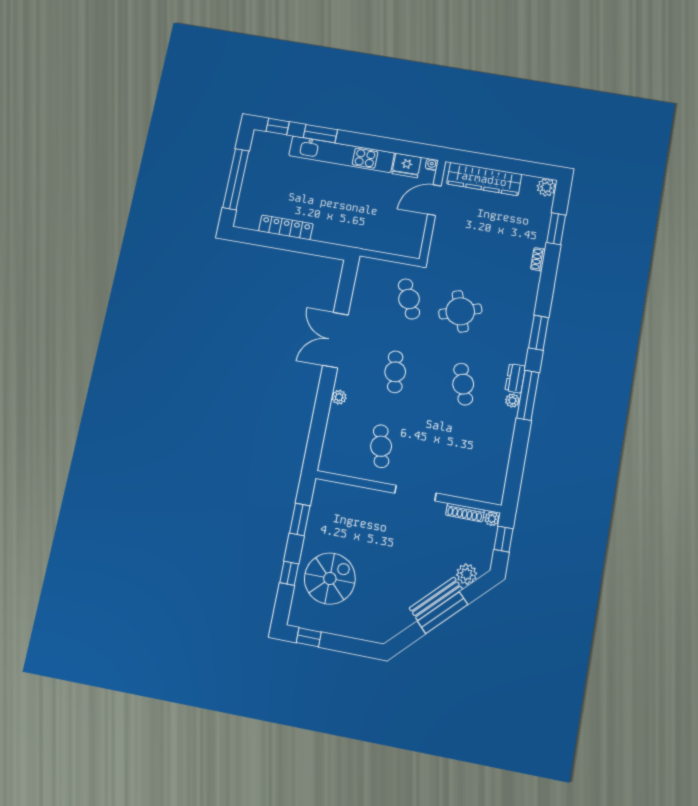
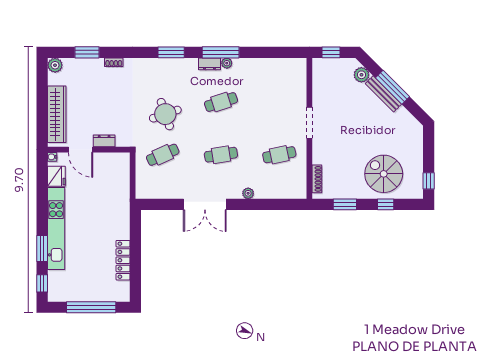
dresser: (440, 230) -> (104, 141), added
shoe rack: (465, 513) -> (317, 179), moved
plant: (492, 519) -> (318, 63), removed

